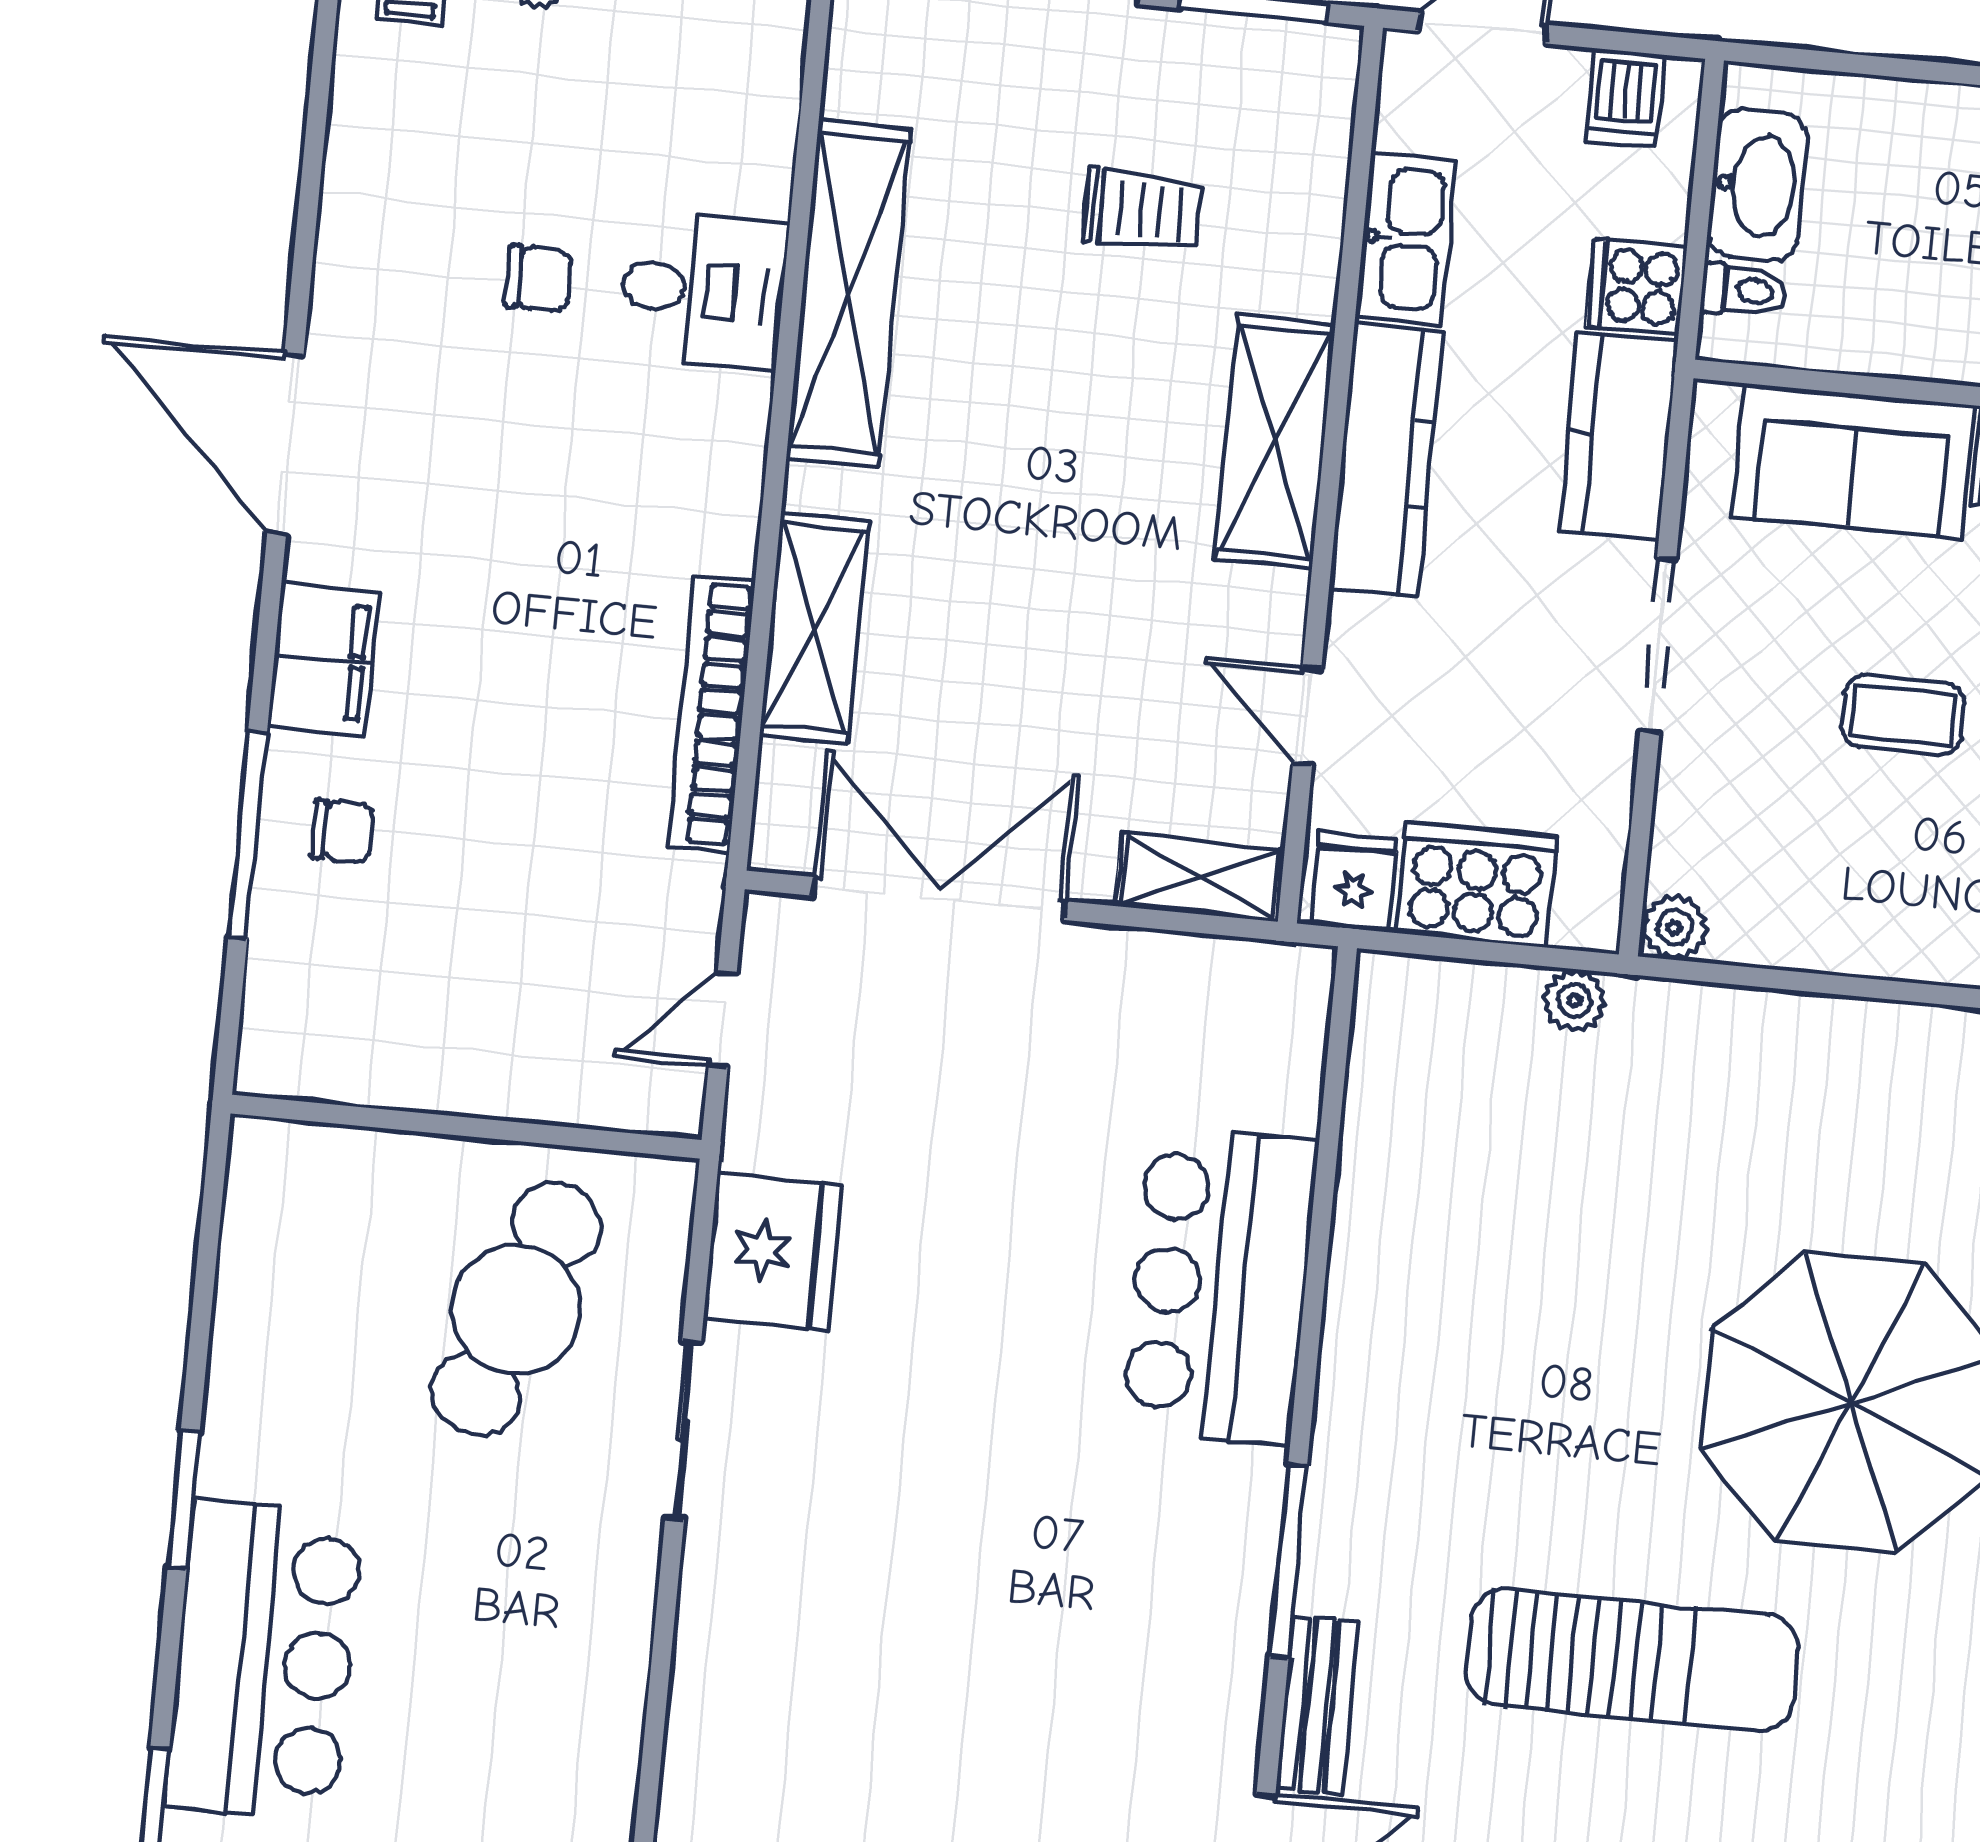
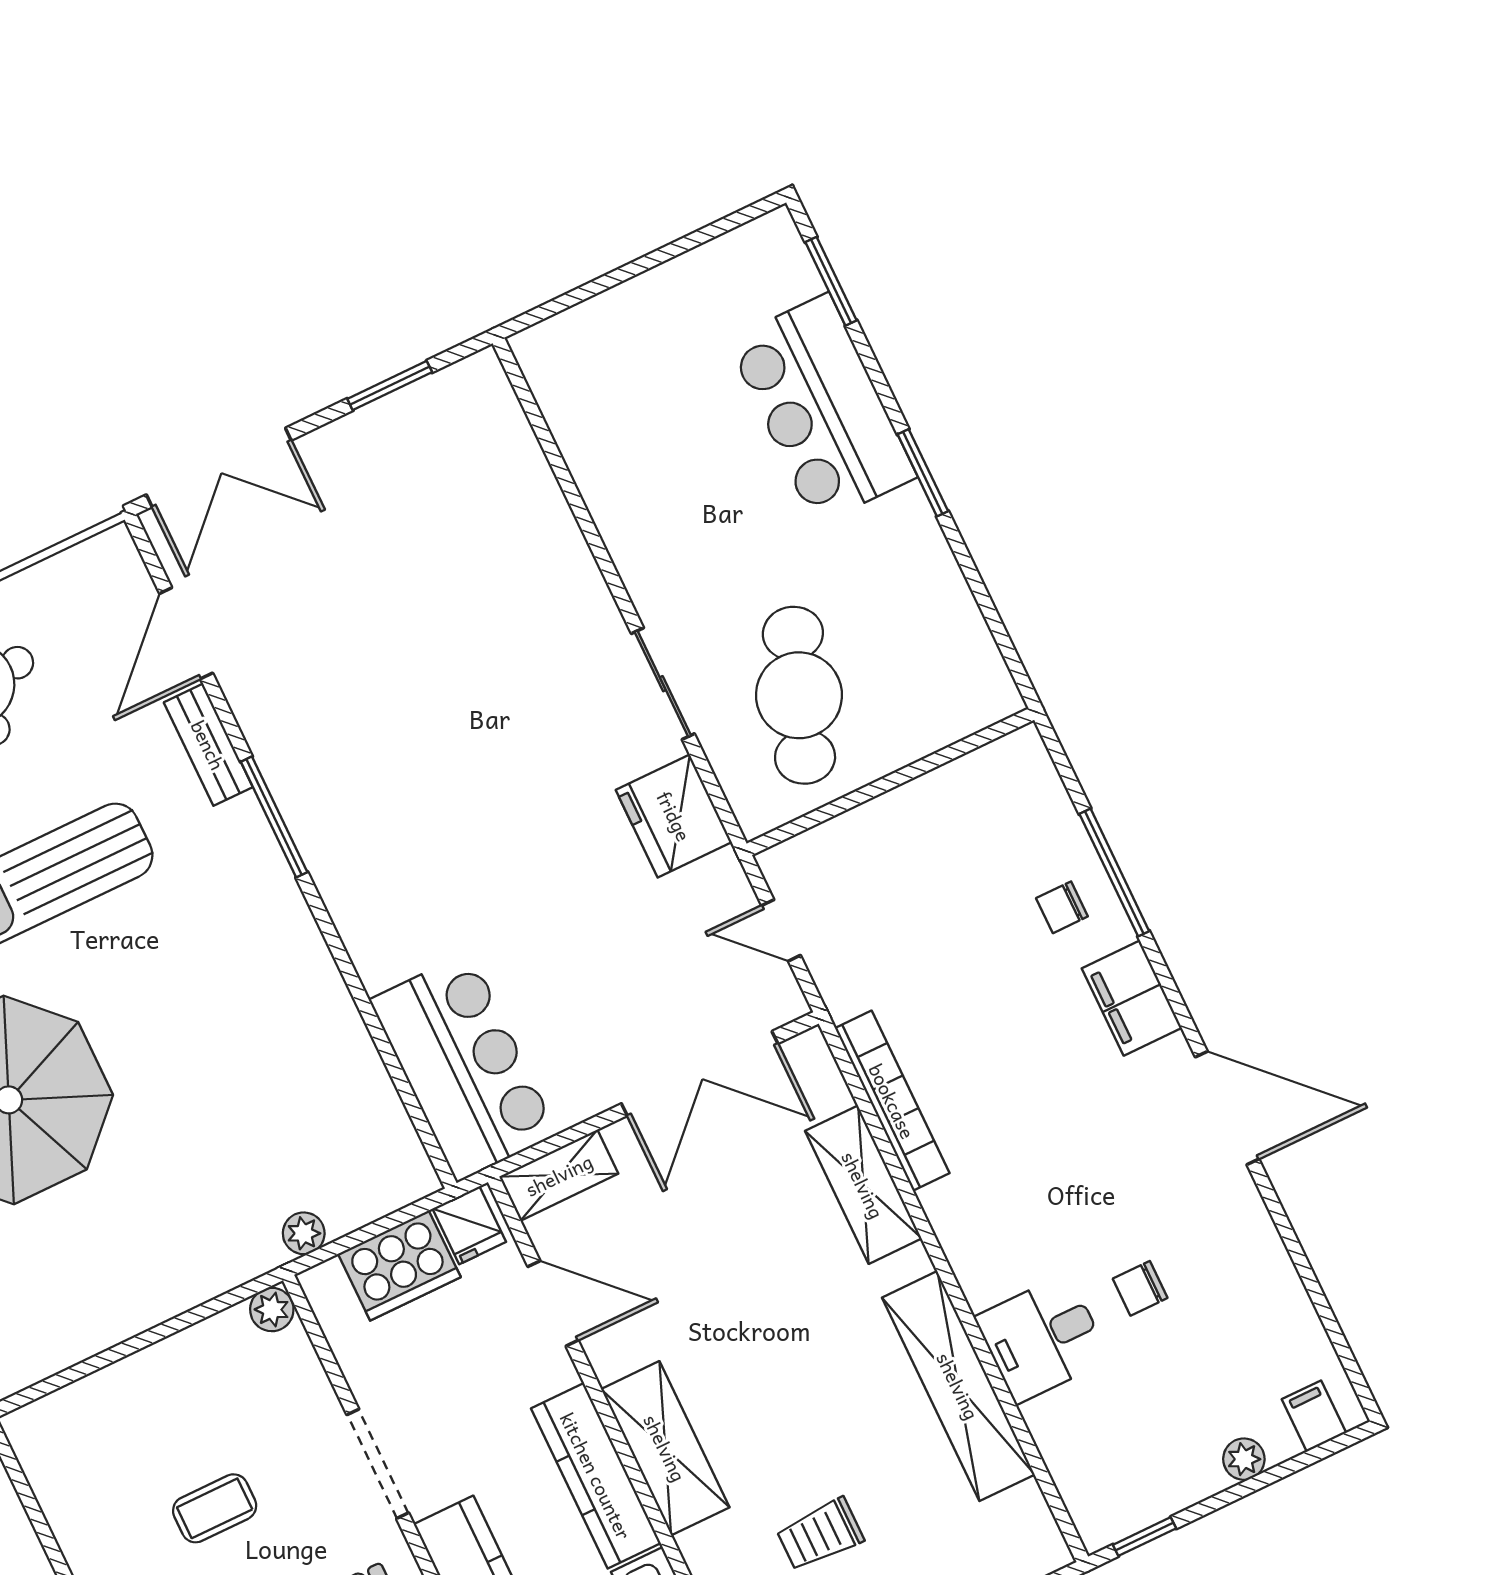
door: (1307, 716) -> (553, 1303), width x1.38
door: (723, 1020) -> (781, 930), swing flipped
bar counter: (1220, 1285) -> (463, 1067), moved

